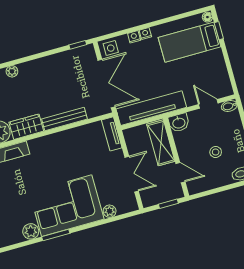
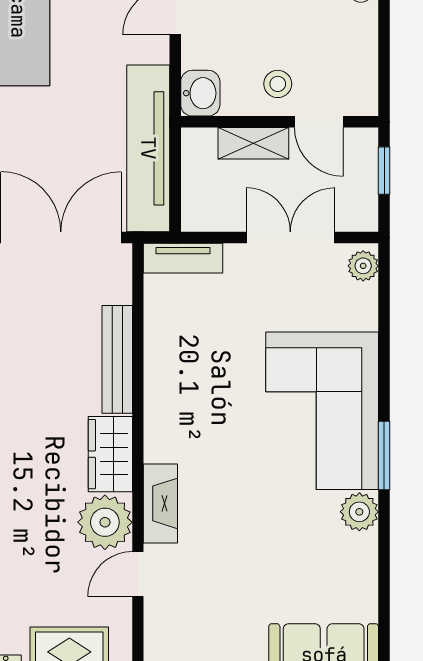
shelving: (161, 143) -> (253, 143), width x0.67, depth x0.75
stool: (216, 152) -> (278, 84), moved
door: (180, 173) -> (319, 122), swing flipped
plant: (110, 211) -> (363, 266), moved

